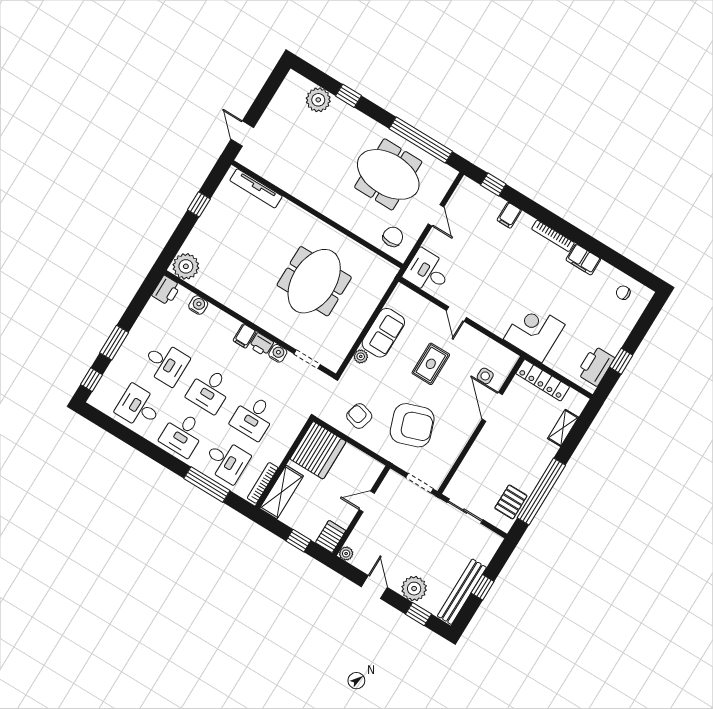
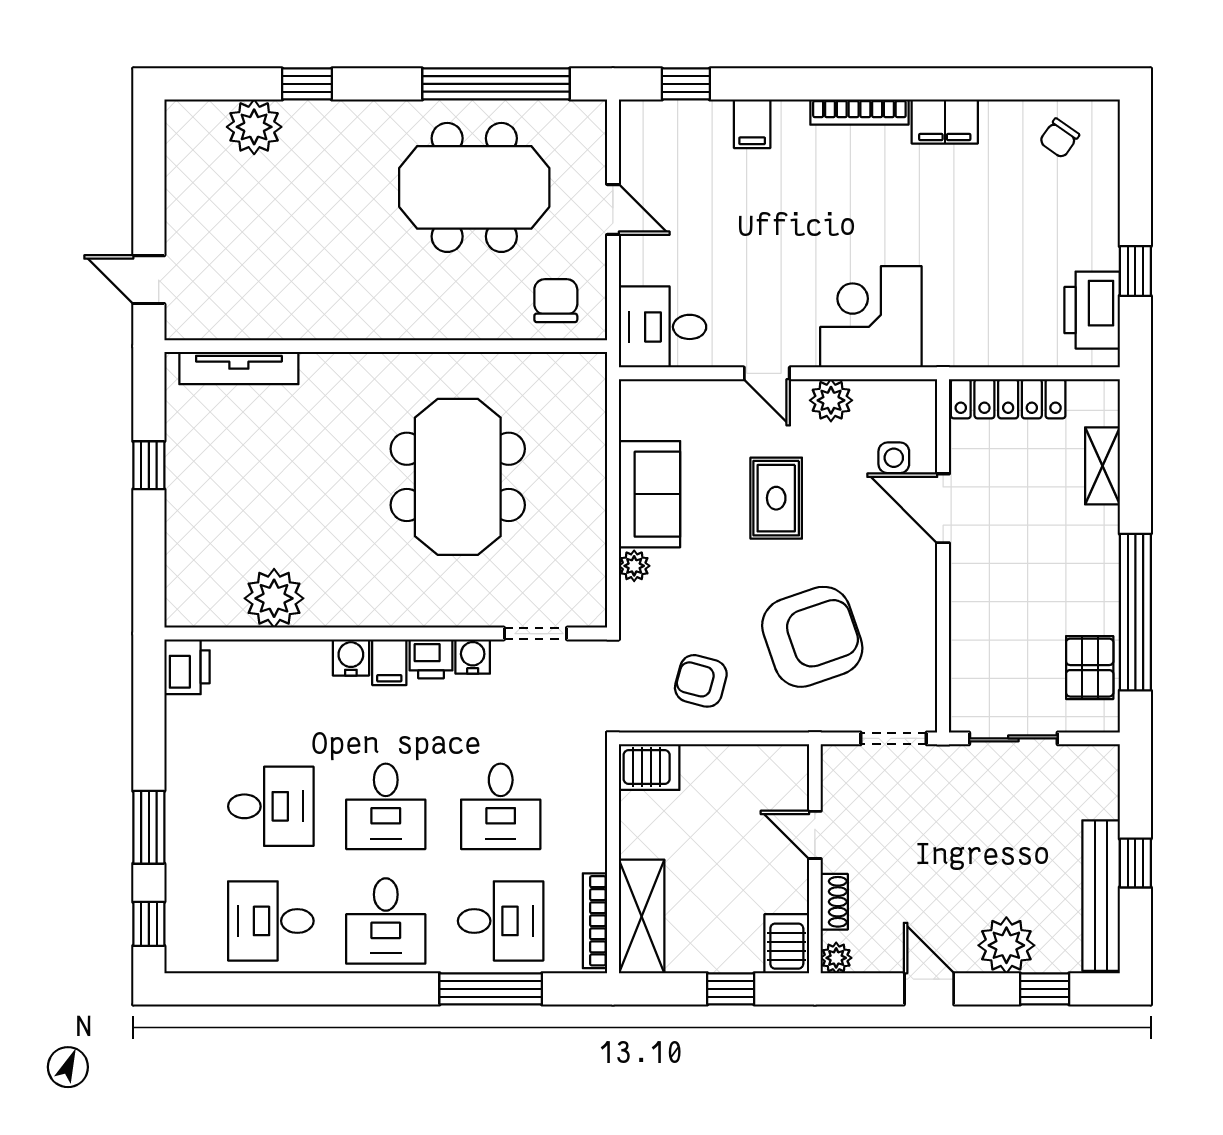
plant: (186, 266) -> (274, 598), moved
chair: (623, 293) -> (1059, 138), turned -55
water cooler: (198, 305) -> (351, 657), moved
corner desk: (534, 332) -> (871, 317), moved
plant: (475, 339) -> (831, 400), added
server rack: (318, 450) -> (649, 767), width x0.46, depth x0.70
door: (367, 502) -> (815, 835), hinge flipped
shoe rack: (358, 532) -> (834, 902), added

